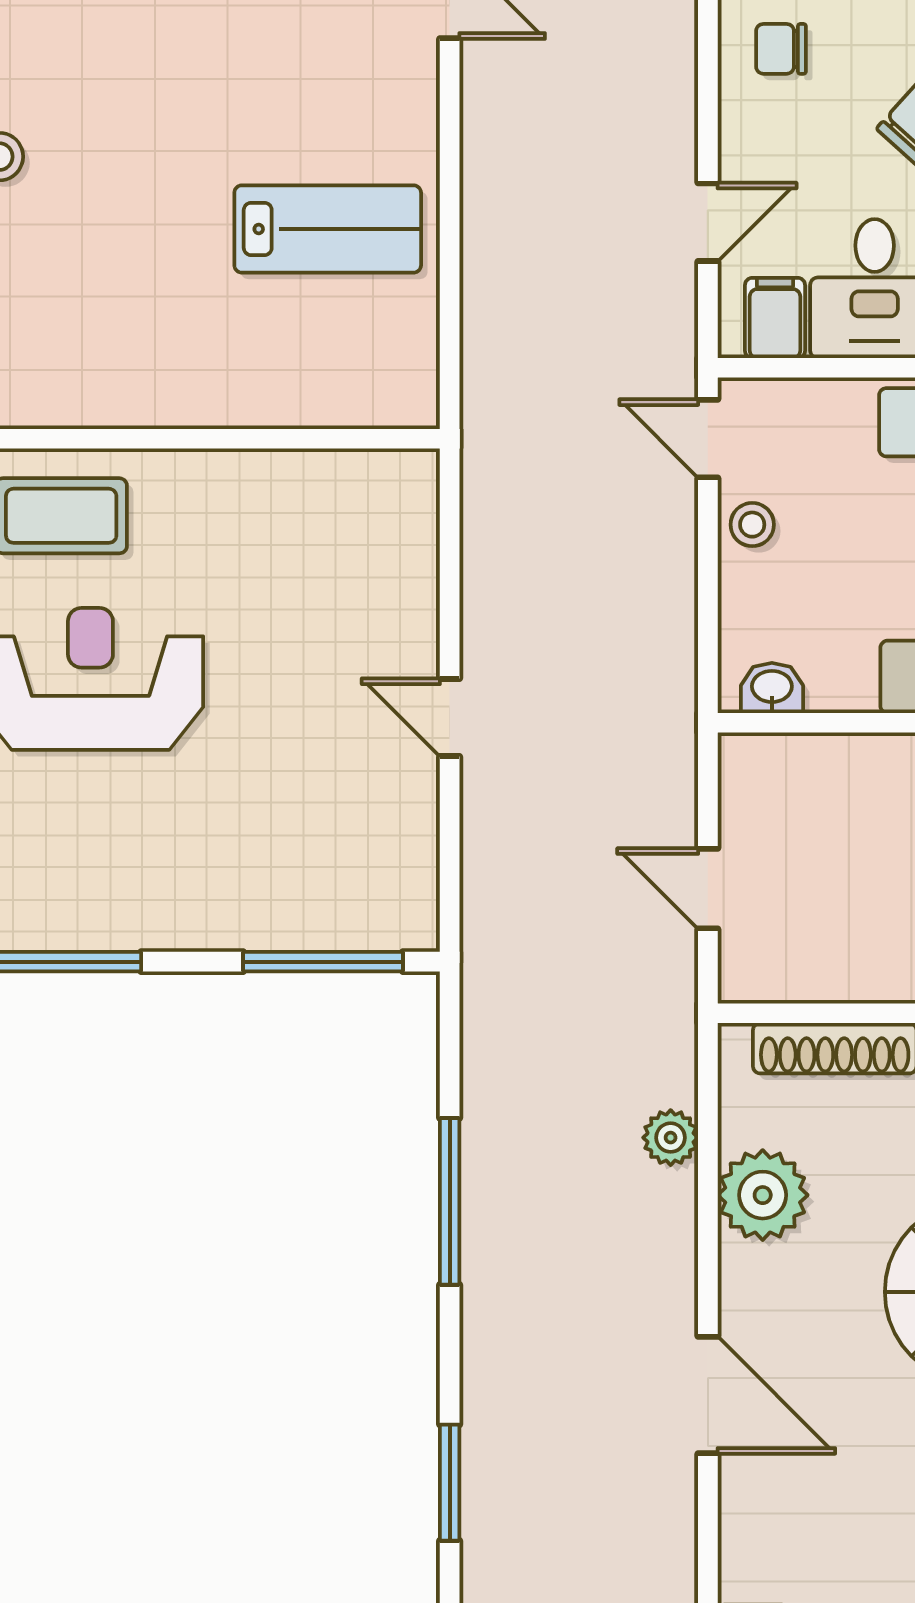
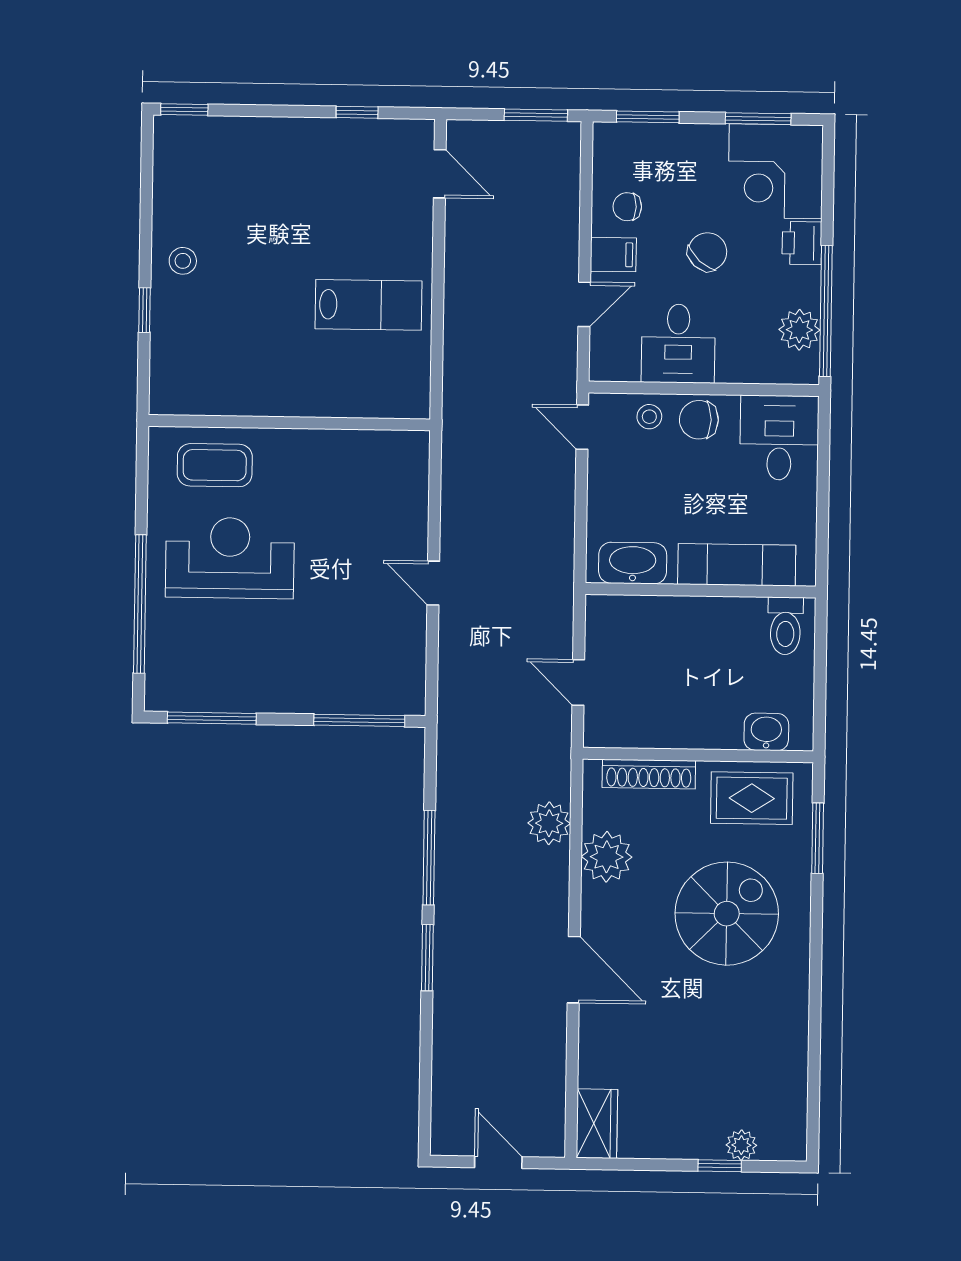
filing cabinet: (775, 318) -> (613, 255), moved, turned 90
stool: (752, 525) -> (649, 417), moved
washbasin: (772, 688) -> (633, 563), width x1.91, depth x1.45
plant: (671, 1138) -> (549, 823), width x1.38, depth x1.38
window: (450, 1483) -> (427, 958), moved

